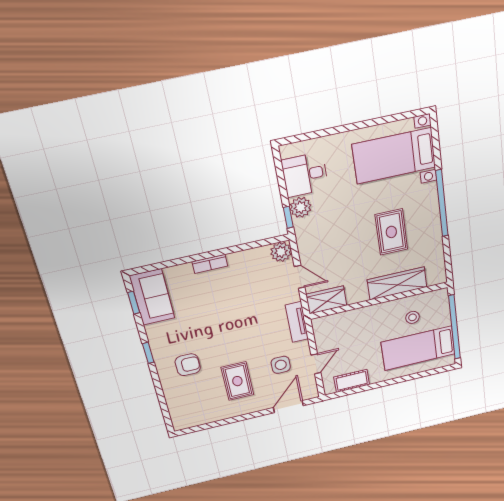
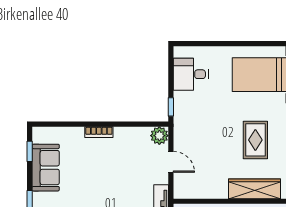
plant: (301, 207) -> (182, 101), removed
sofa: (152, 297) -> (46, 168), moved
wardrobe: (326, 300) -> (190, 189), removed

